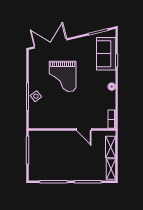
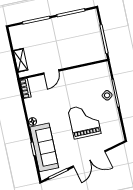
double door: (51, 43) -> (89, 159), moved
sofa: (106, 54) -> (44, 147), width x1.36
door: (84, 130) -> (51, 72), swing flipped
shelving: (111, 169) -> (16, 38), removed

